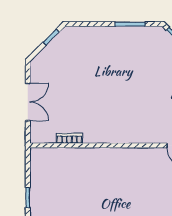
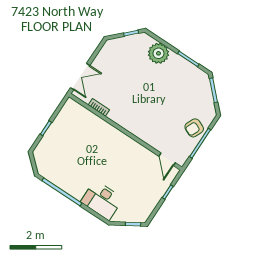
plant: (94, 39) -> (158, 53), added
double door: (28, 102) -> (80, 77), moved

